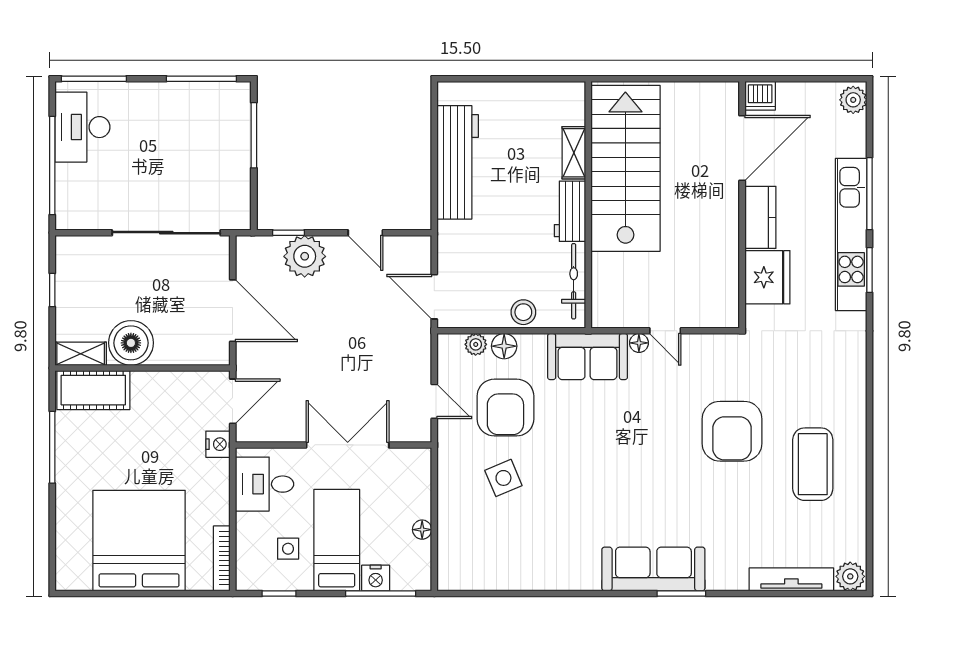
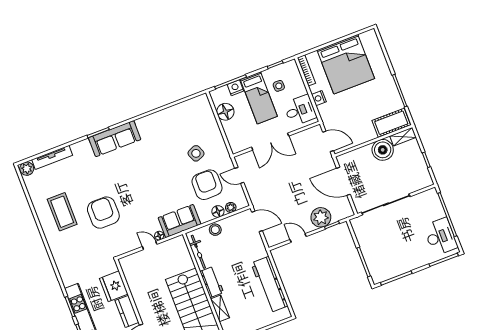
door: (233, 401) -> (328, 141), swing flipped
nightstand: (218, 444) -> (319, 98), moved
floor lamp: (422, 530) -> (225, 112), width x1.89, depth x1.89

